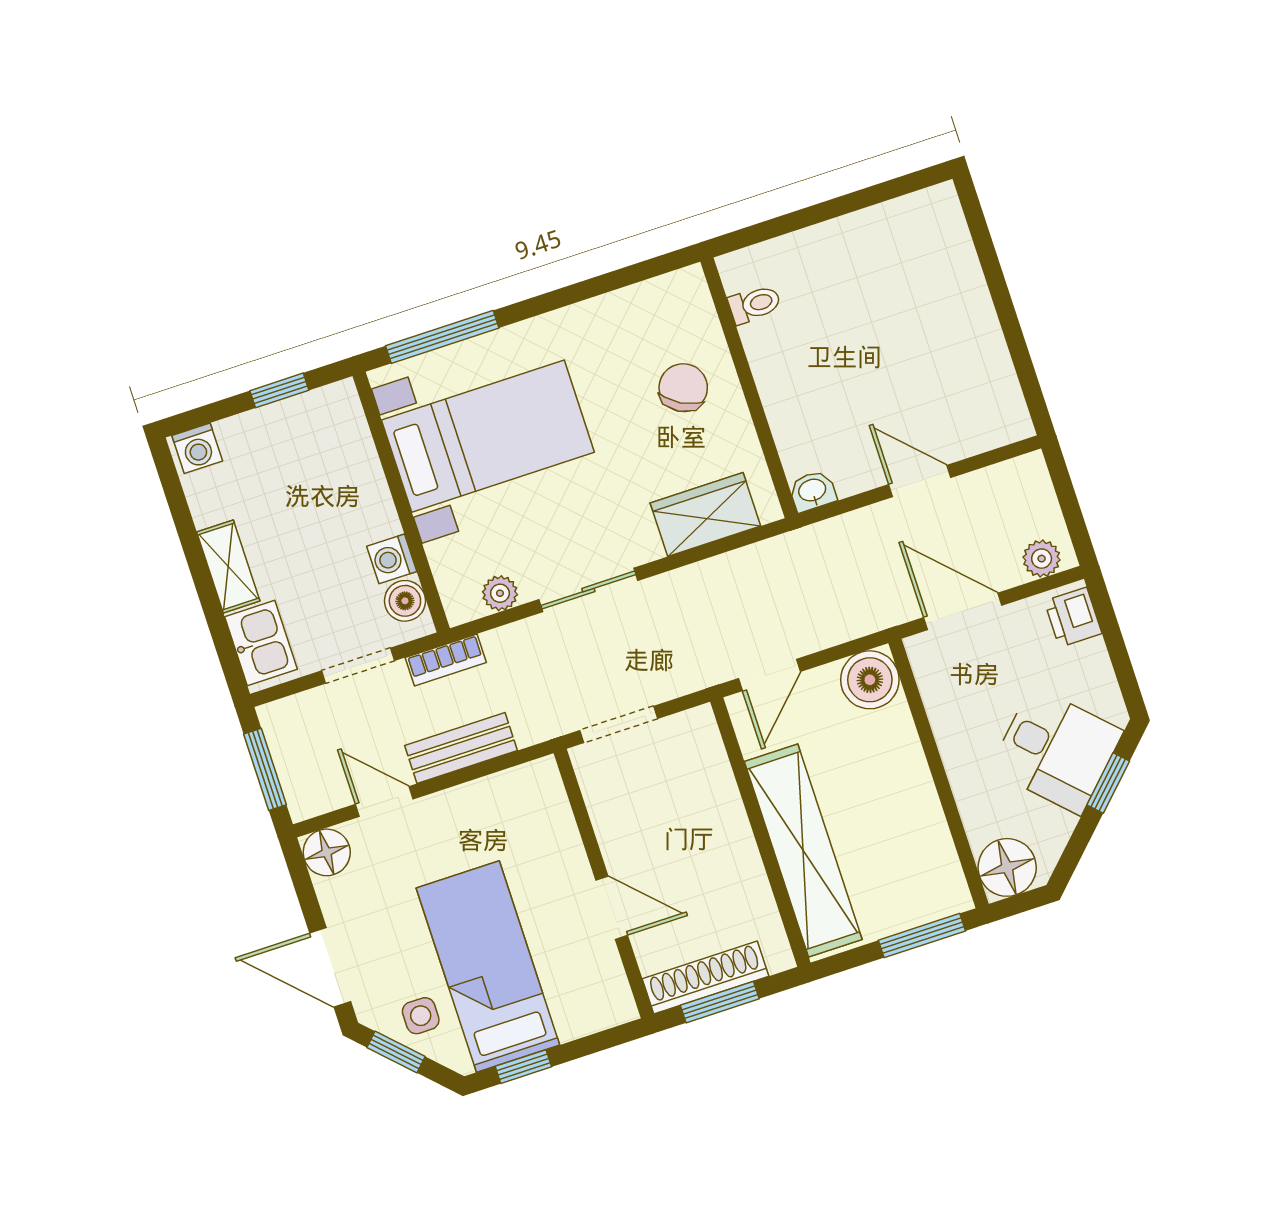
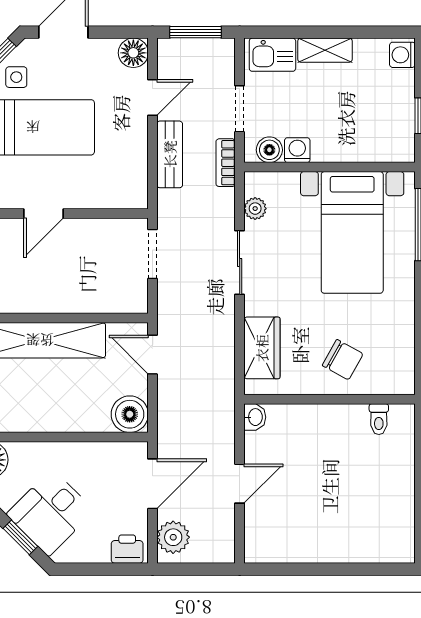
plant: (1042, 559) -> (173, 537), width x1.38, depth x1.38

